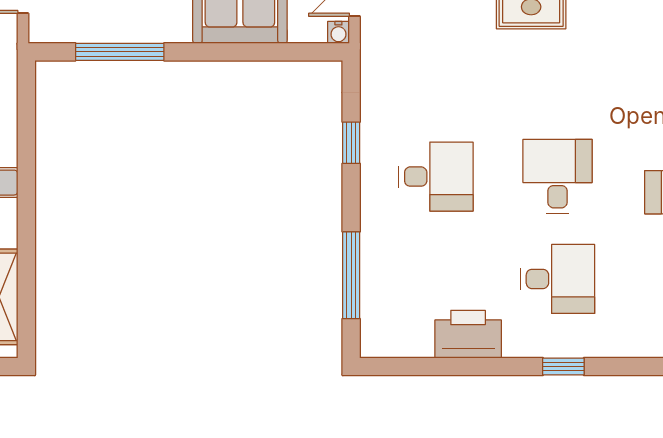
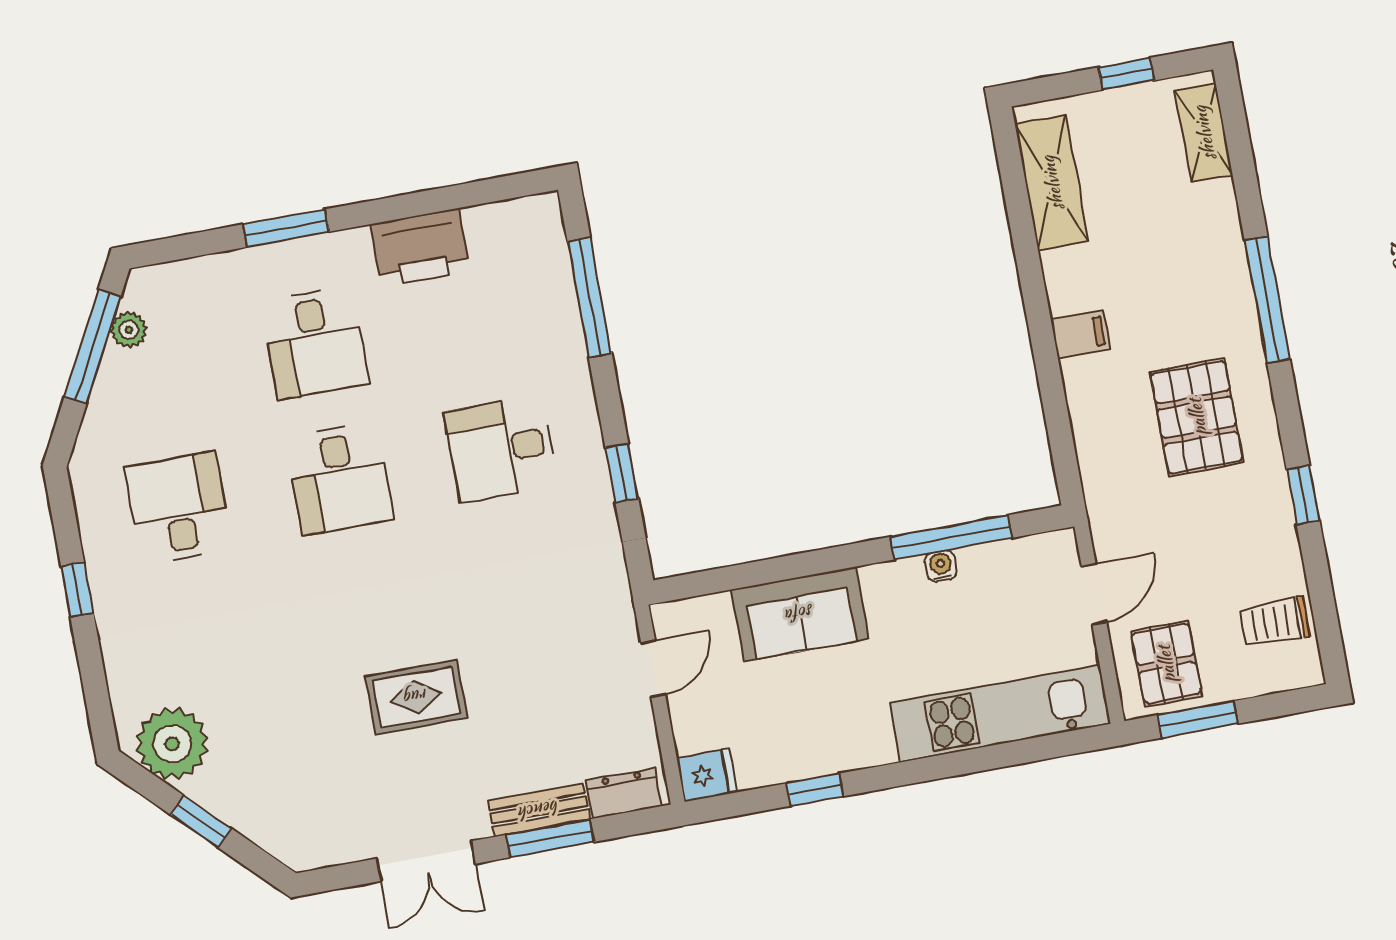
water cooler: (338, 32) -> (941, 566), moved
desk: (558, 279) -> (315, 343), turned -90
window: (563, 366) -> (286, 228), width x1.50

